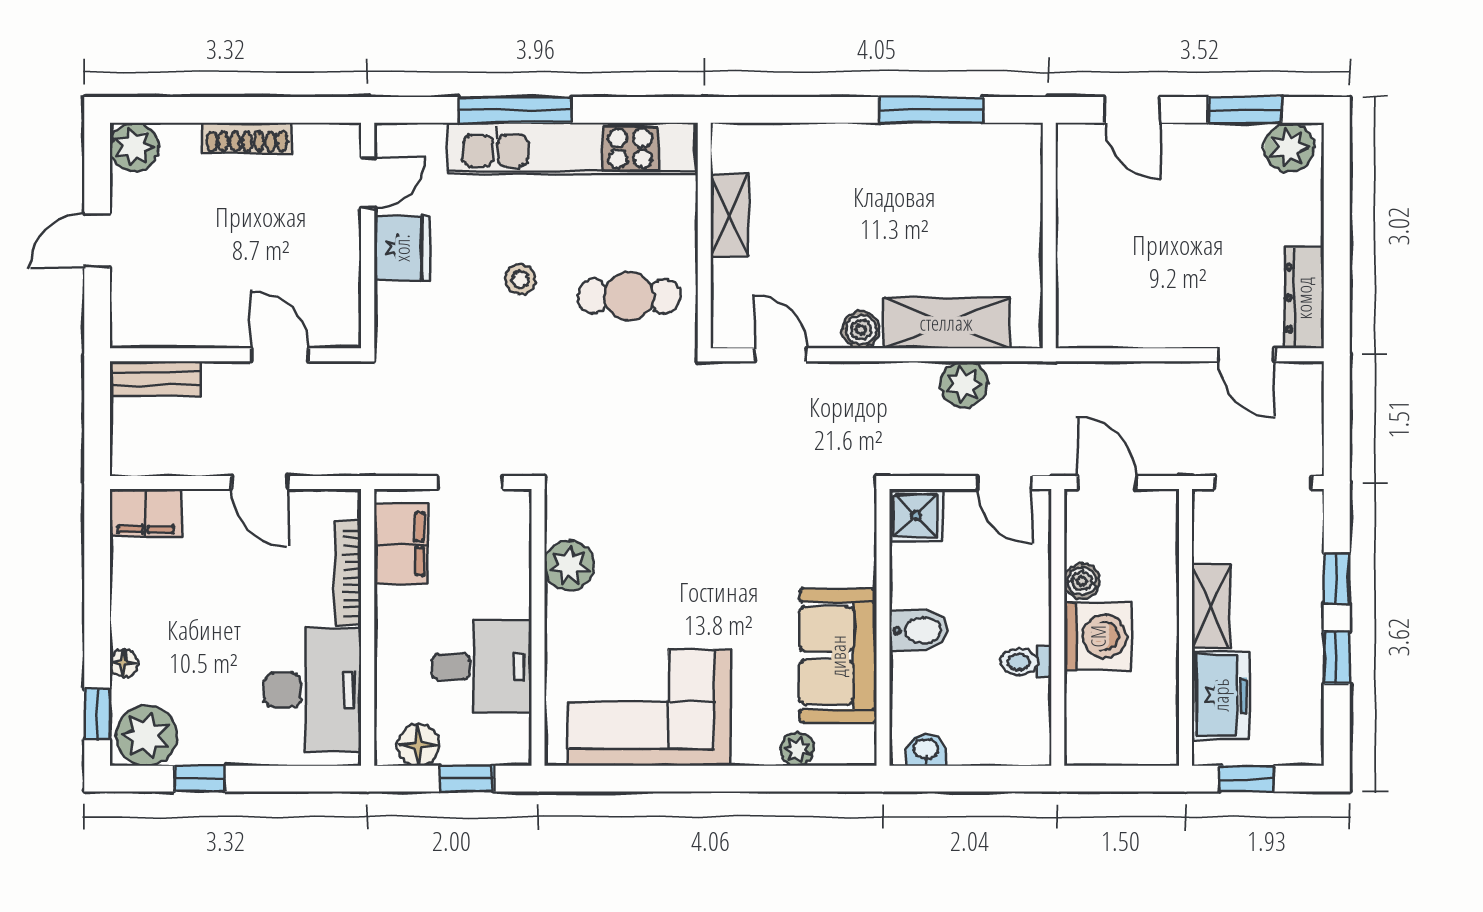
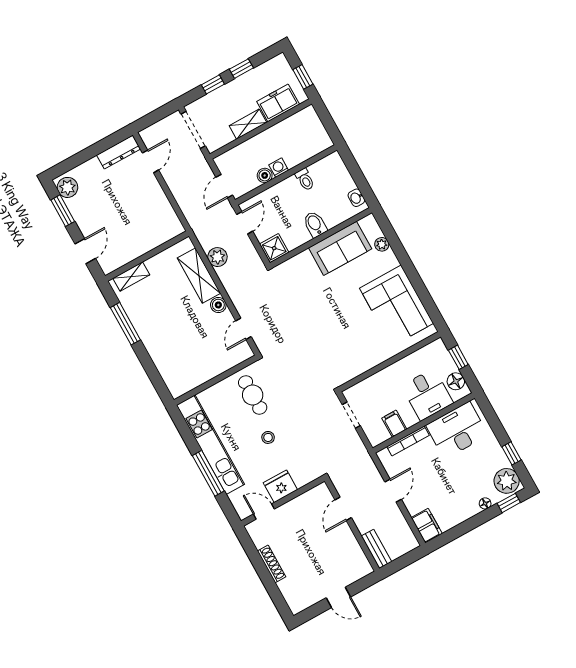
plant: (134, 147) -> (297, 603), removed
shelving: (729, 215) -> (131, 276), moved
filing cabinet: (401, 544) -> (394, 424), width x0.50
plant: (569, 565) -> (361, 363), removed
washing machine: (1098, 636) -> (279, 168), width x0.53, depth x0.53
desk: (482, 667) -> (427, 394), moved, turned 180

